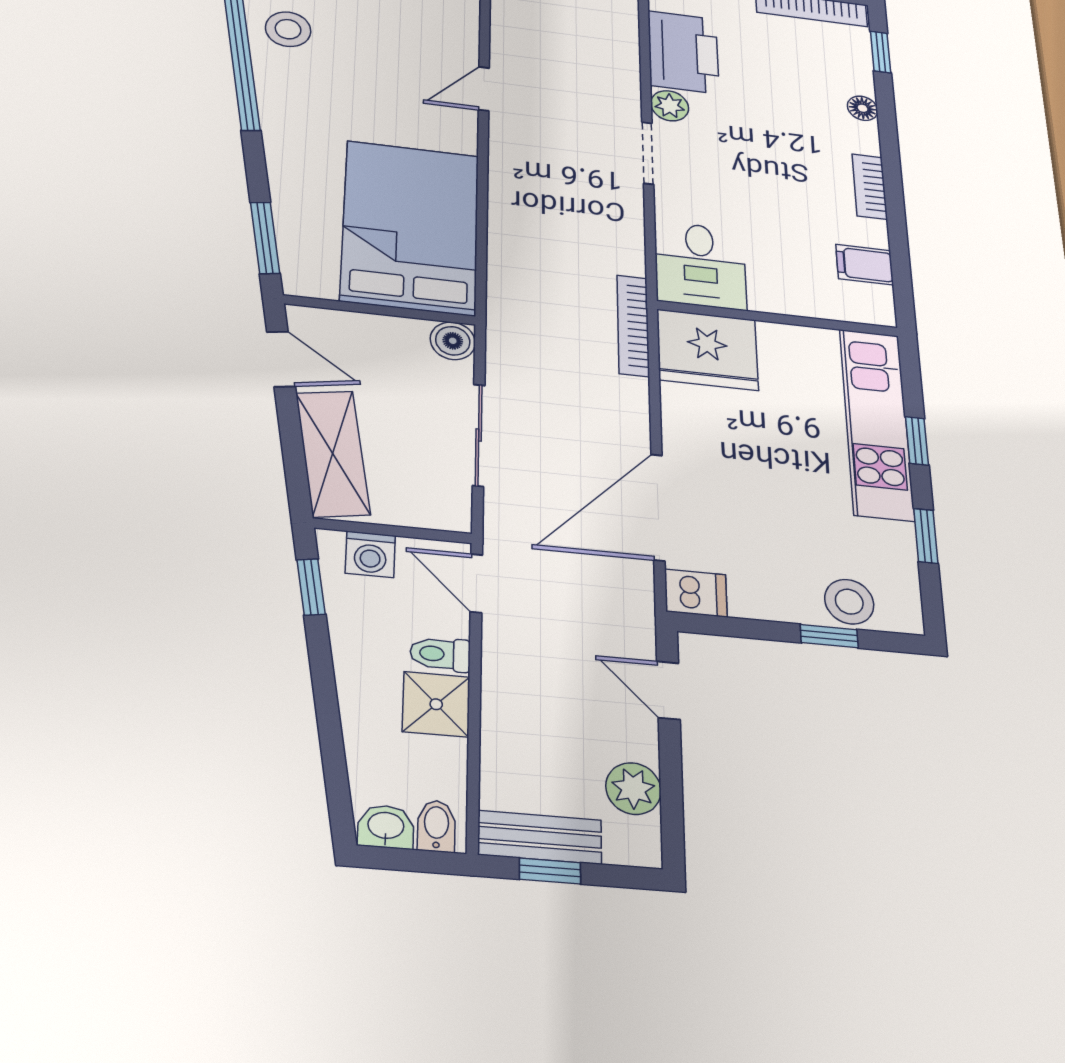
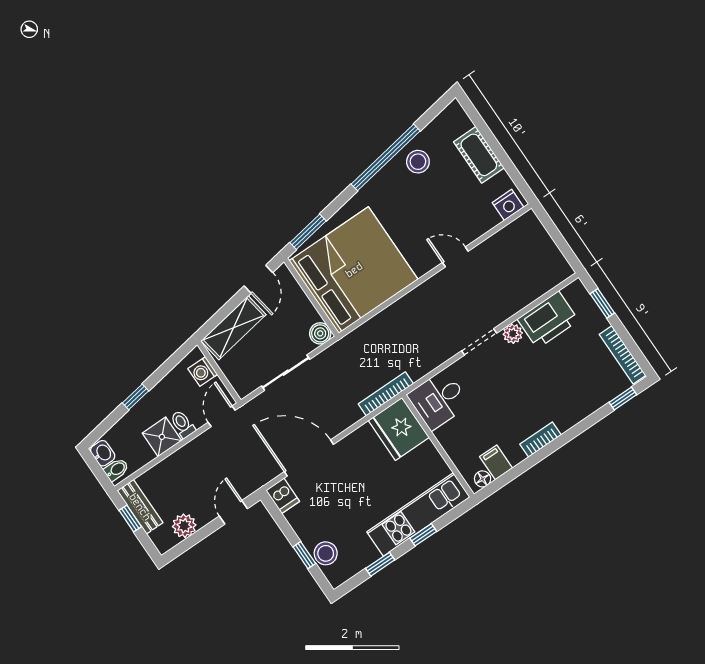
floor lamp: (863, 108) -> (483, 479), moved
bed: (410, 227) -> (354, 270), width x1.36
window: (311, 587) -> (135, 397), moved

